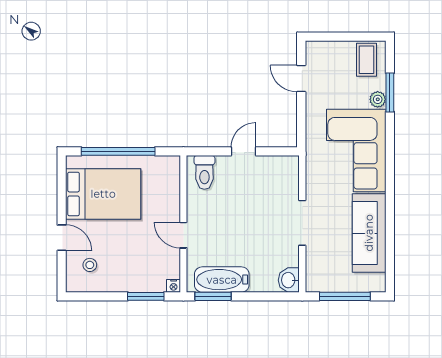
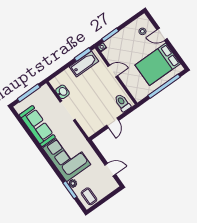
washbasin: (289, 280) -> (62, 92), moved

